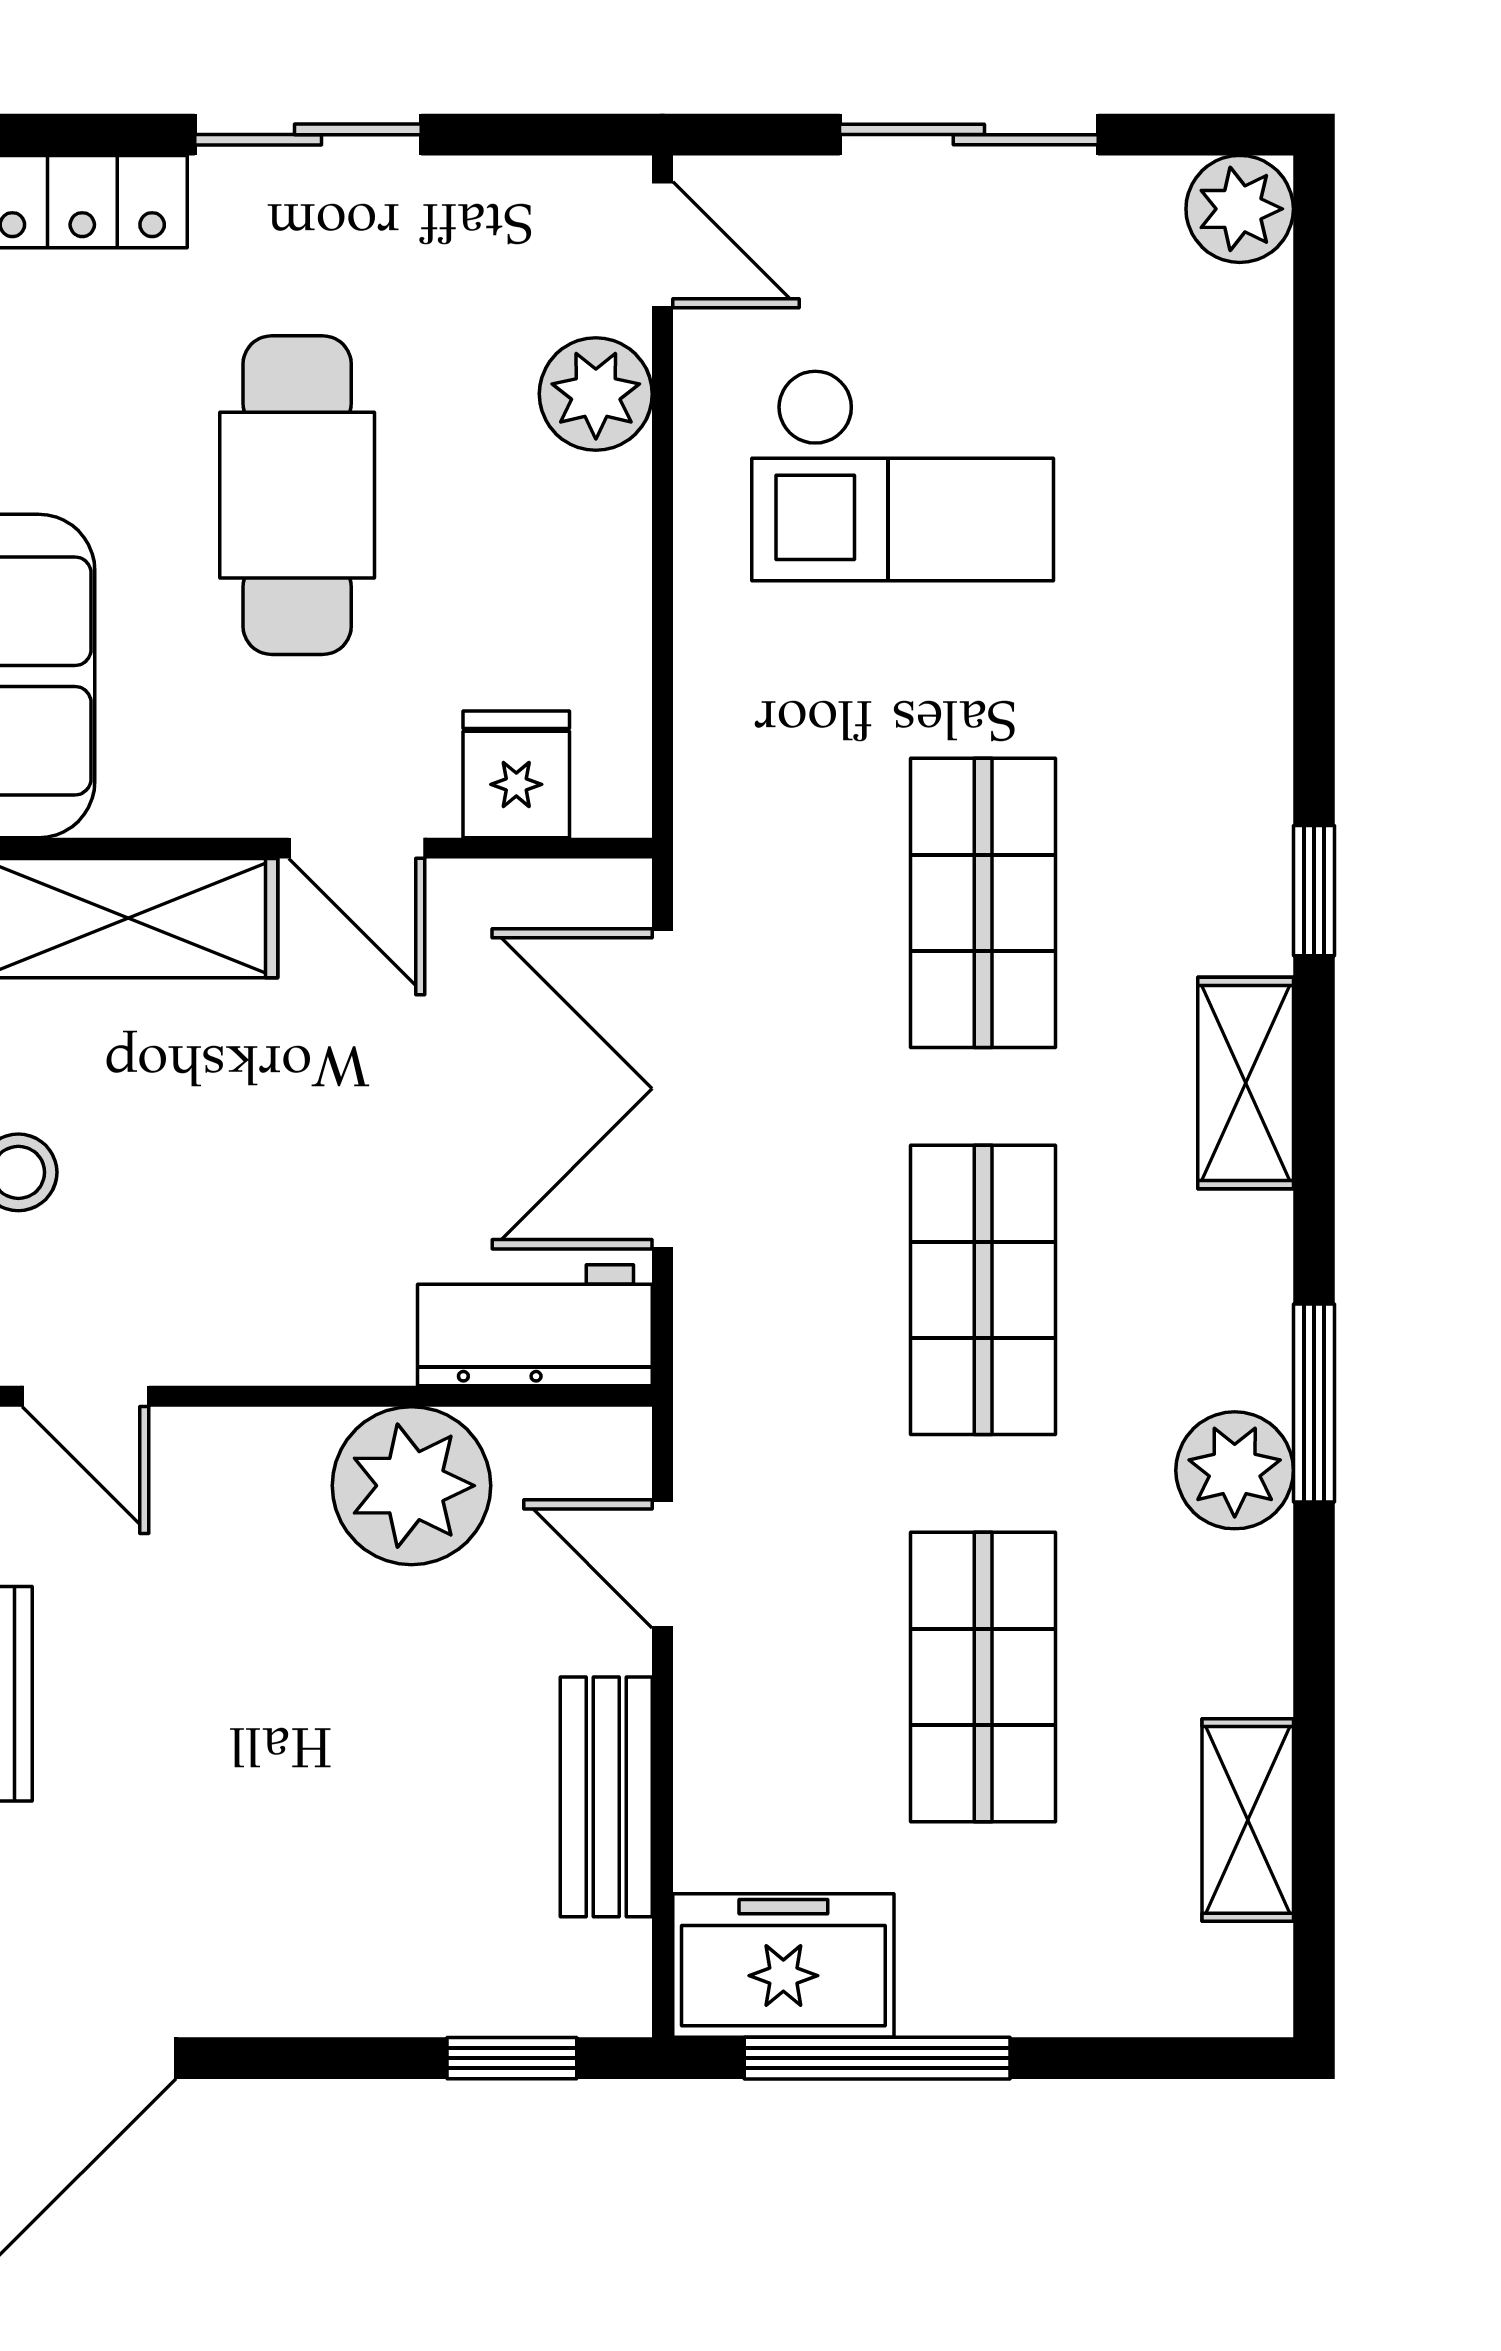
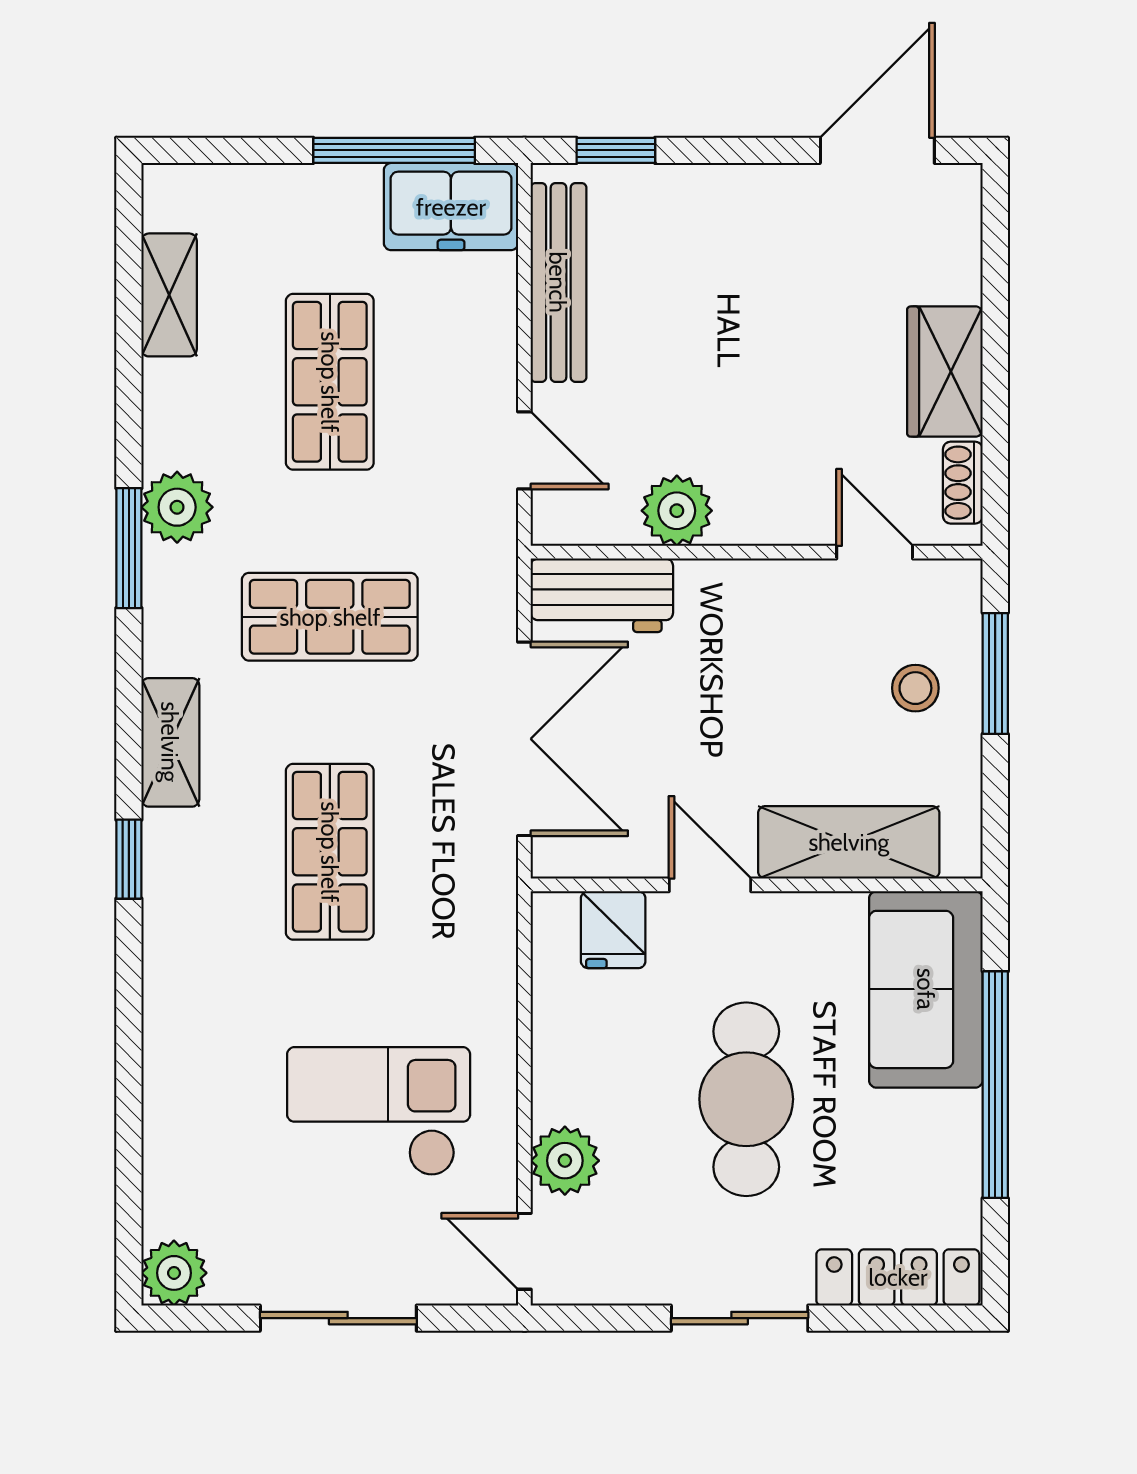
shop shelf: (983, 1290) -> (330, 617), turned 90
plant: (411, 1486) -> (677, 511), width x0.73, depth x0.73
bench: (606, 1797) -> (558, 282), width x1.36

